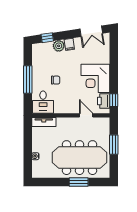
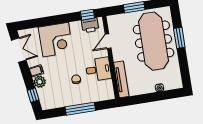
corner desk: (95, 78) -> (56, 40), moved
desk: (43, 102) -> (98, 69), moved
tv unit: (44, 122) -> (121, 79), width x1.41

